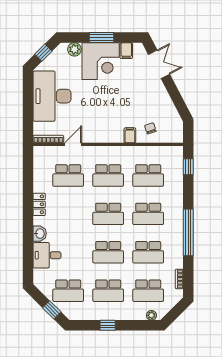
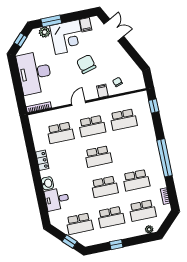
window: (102, 37) -> (51, 21), moved
chair: (117, 99) -> (86, 64), added
door: (73, 144) -> (79, 103), moved
school desk: (148, 214) -> (130, 150), removed

